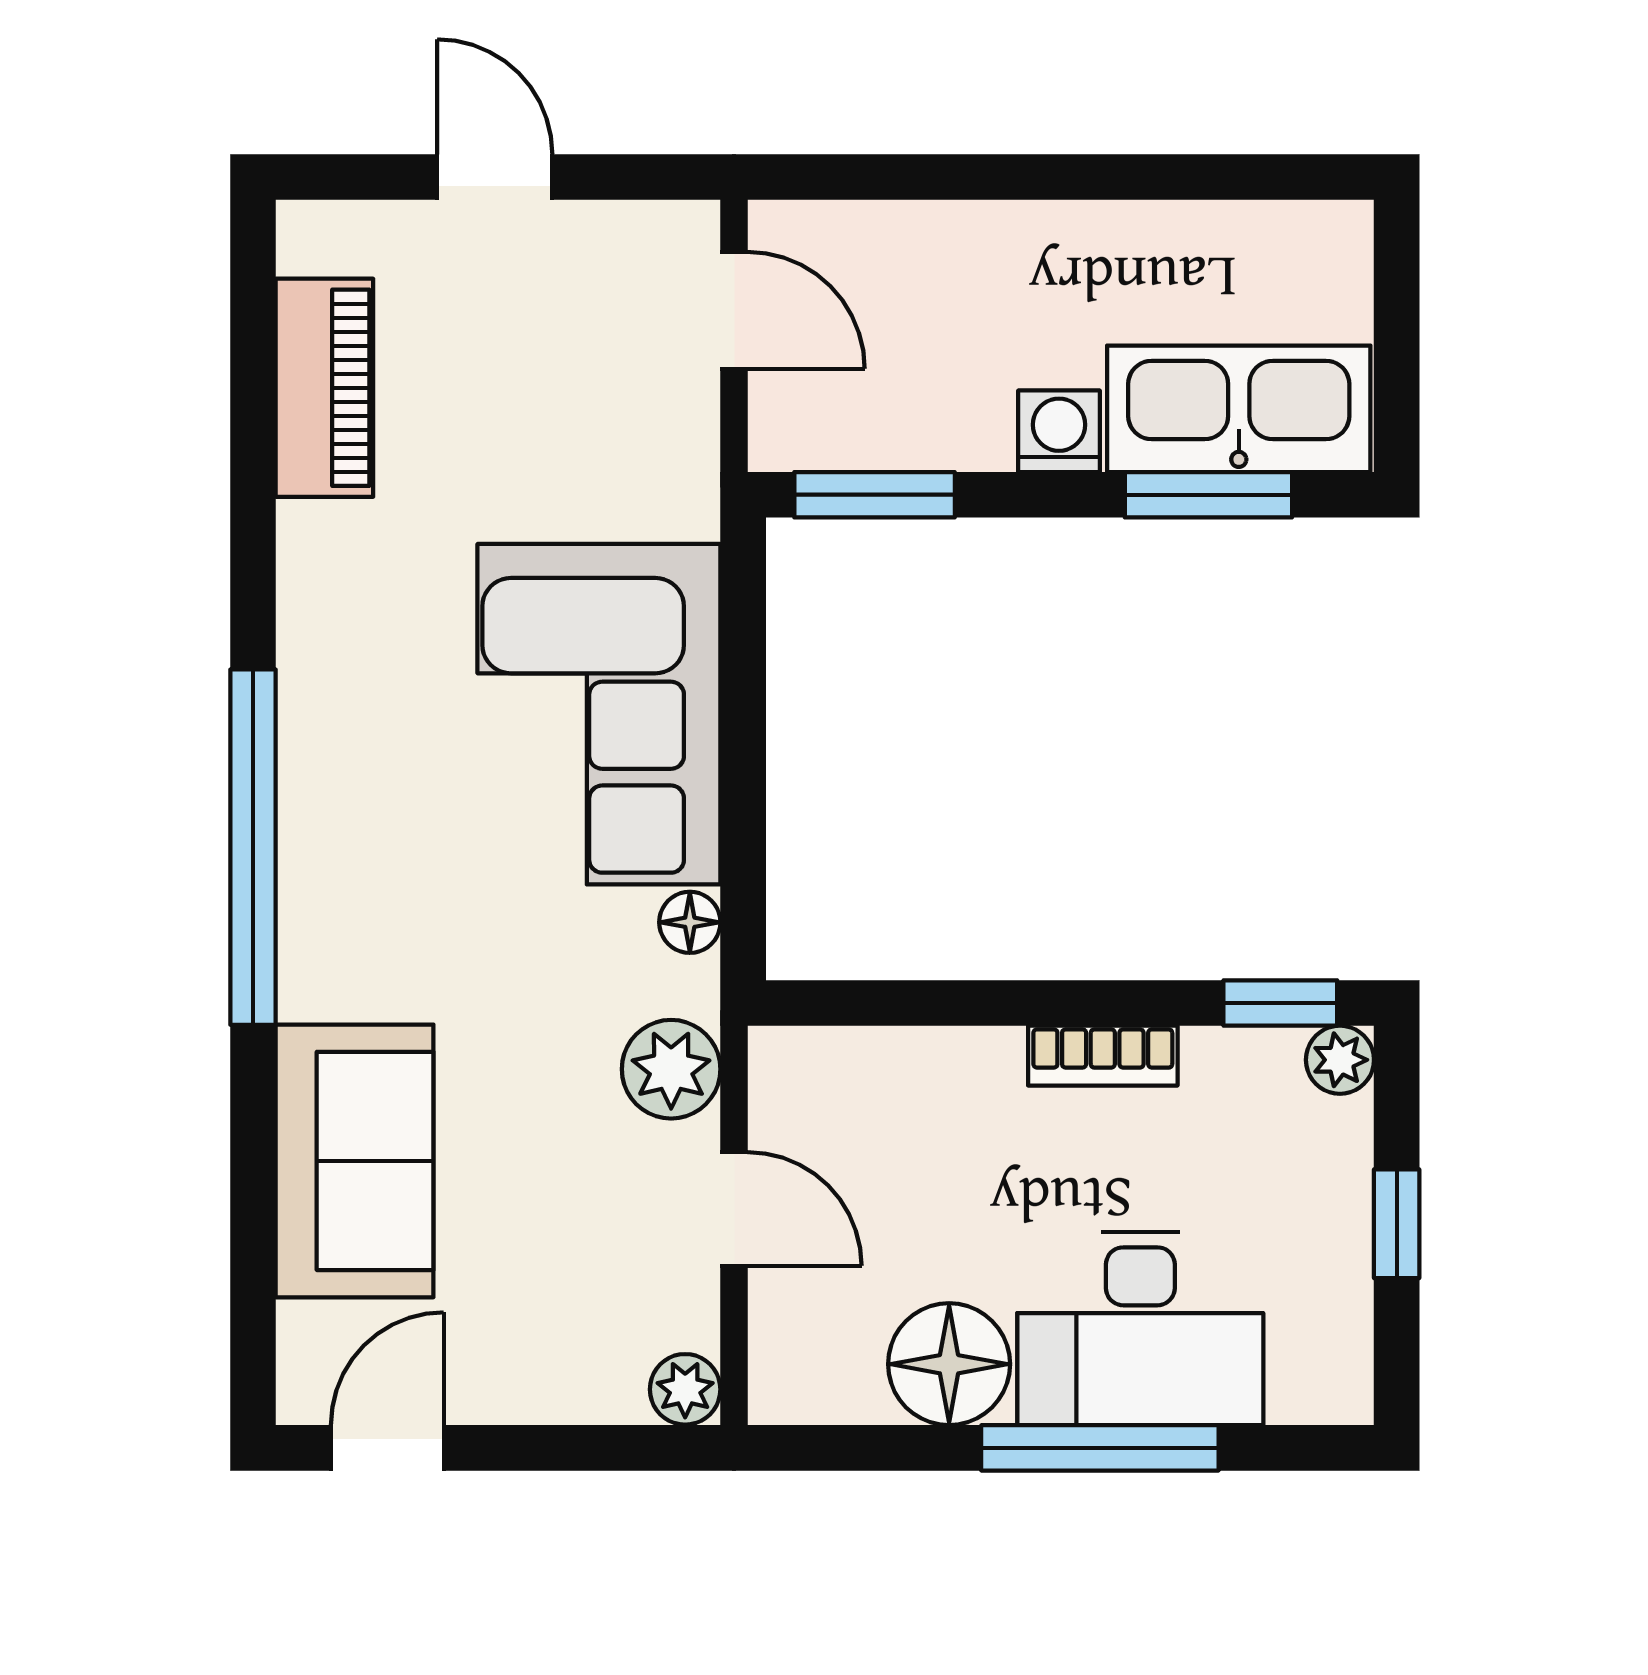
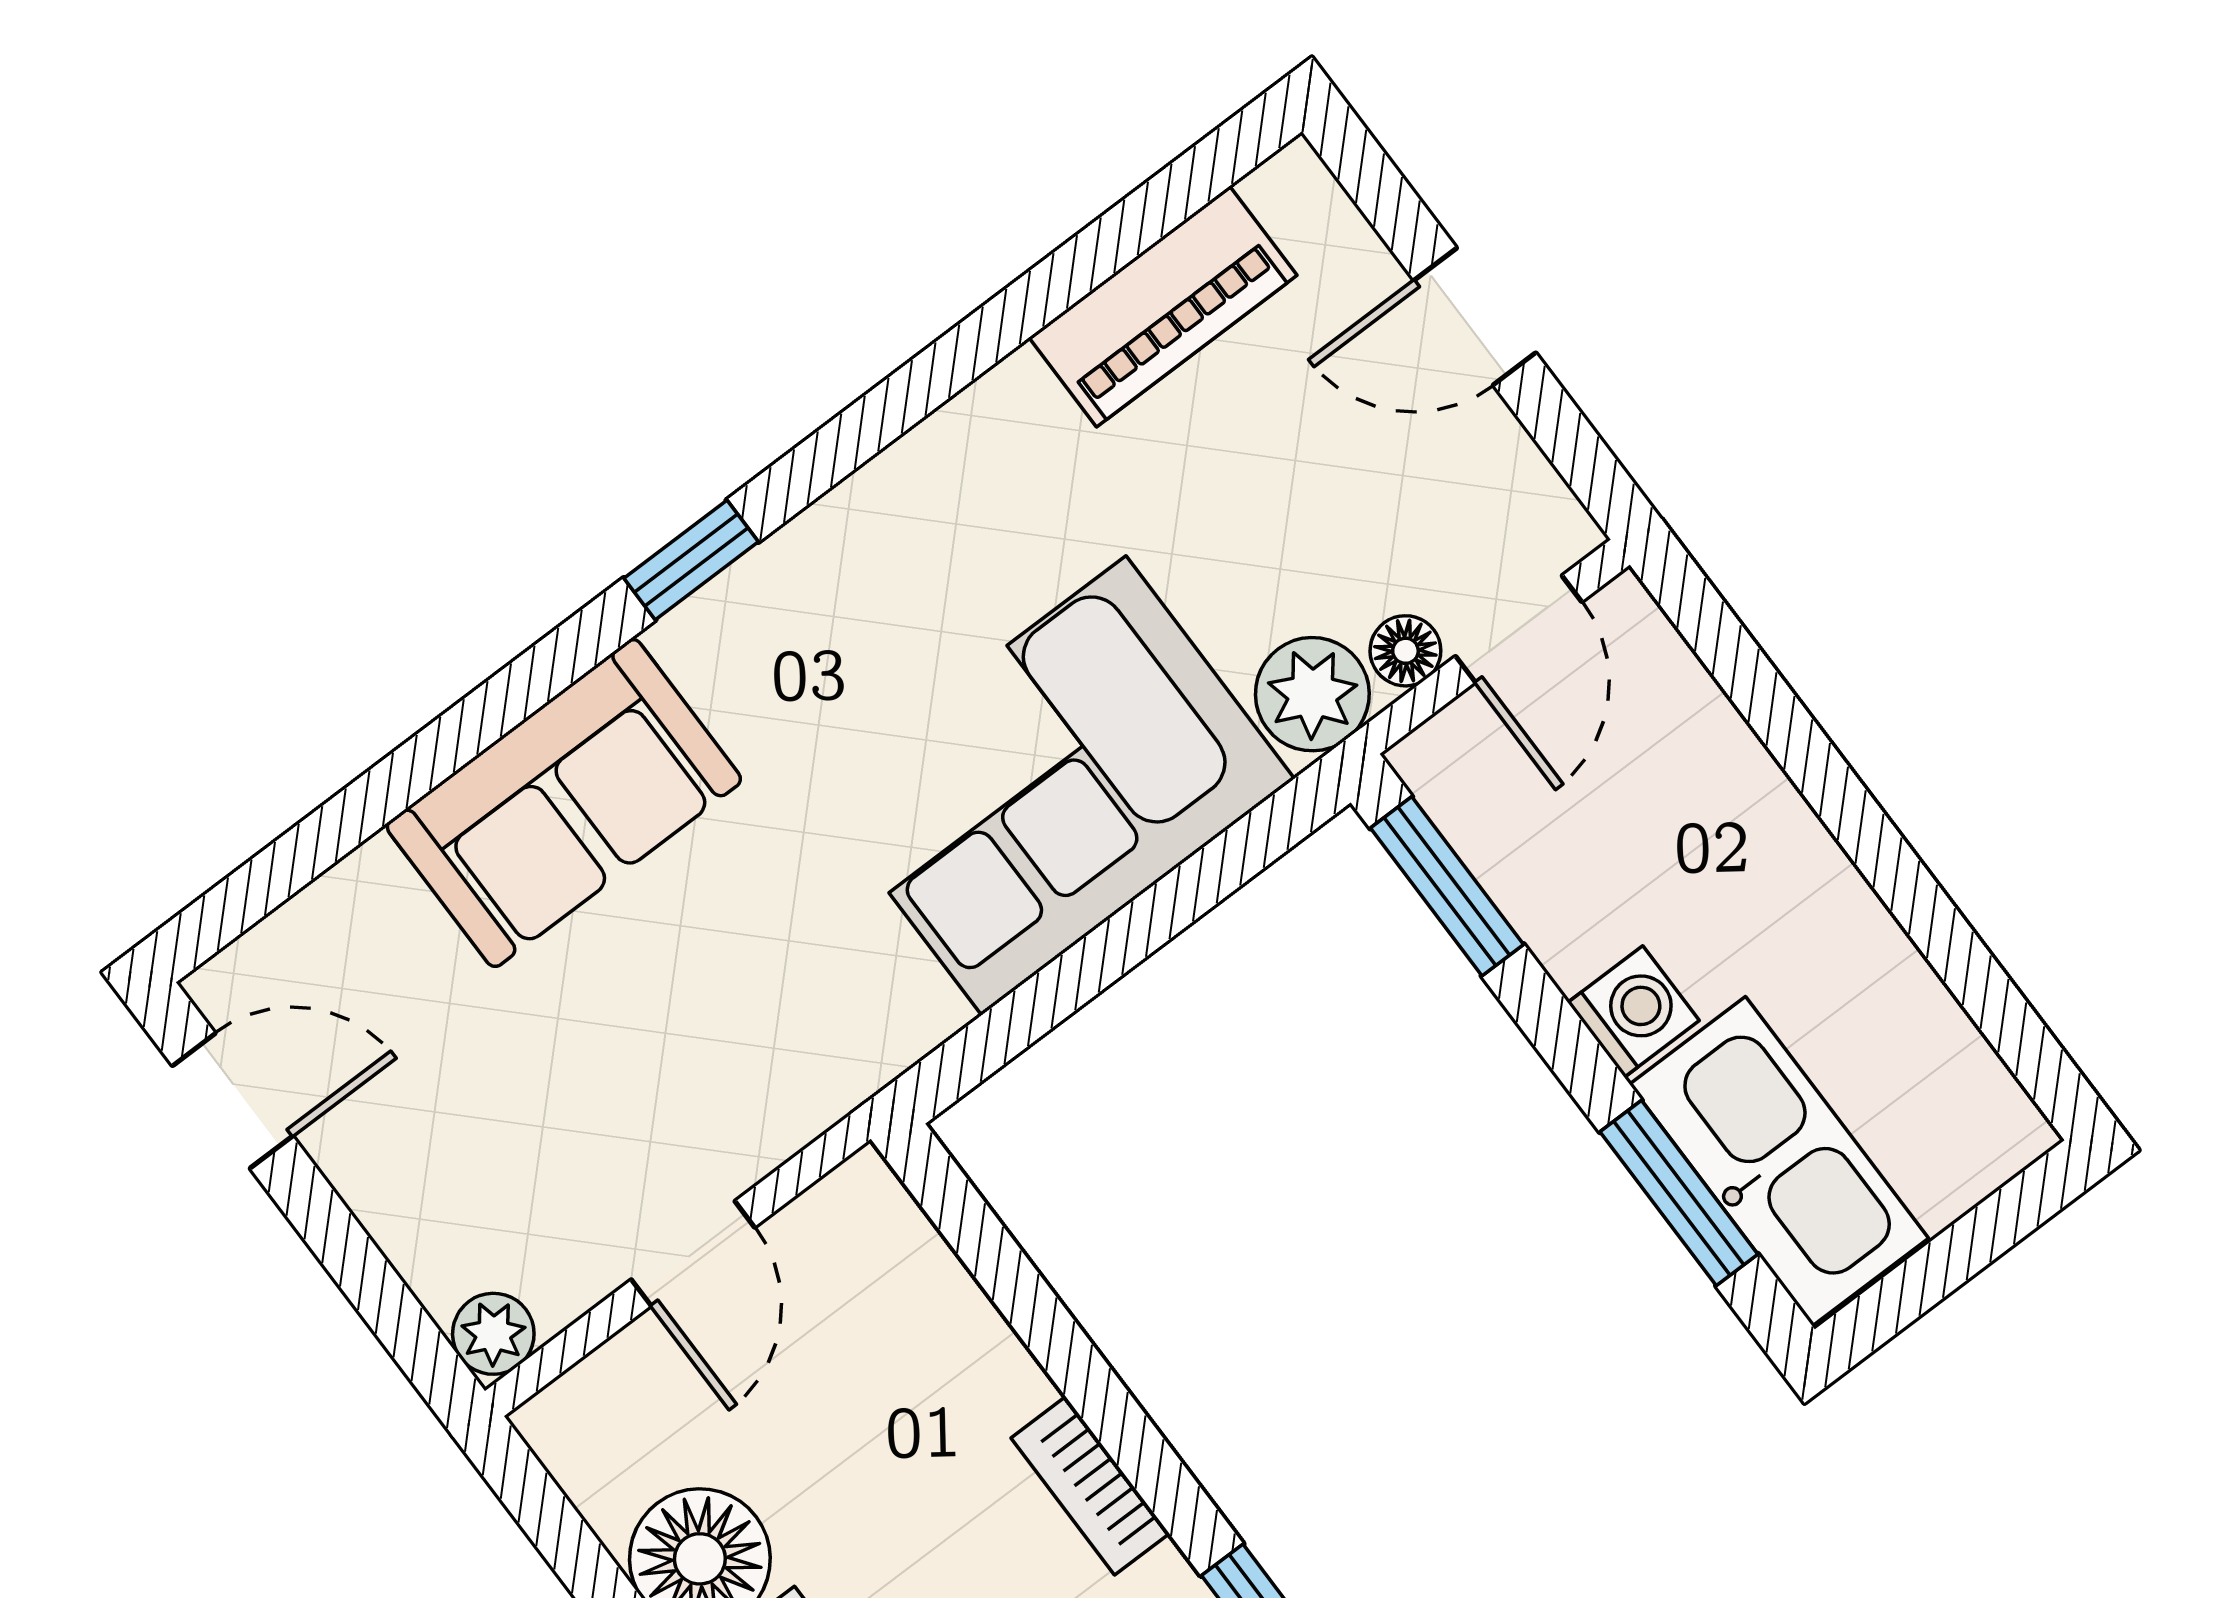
door: (495, 177) -> (1475, 317), swing flipped
window: (253, 847) -> (691, 560), width x0.32
floor lamp: (690, 922) -> (1405, 651), moved
plant: (671, 1069) -> (1312, 694), moved
sofa: (355, 1161) -> (564, 803), moved

